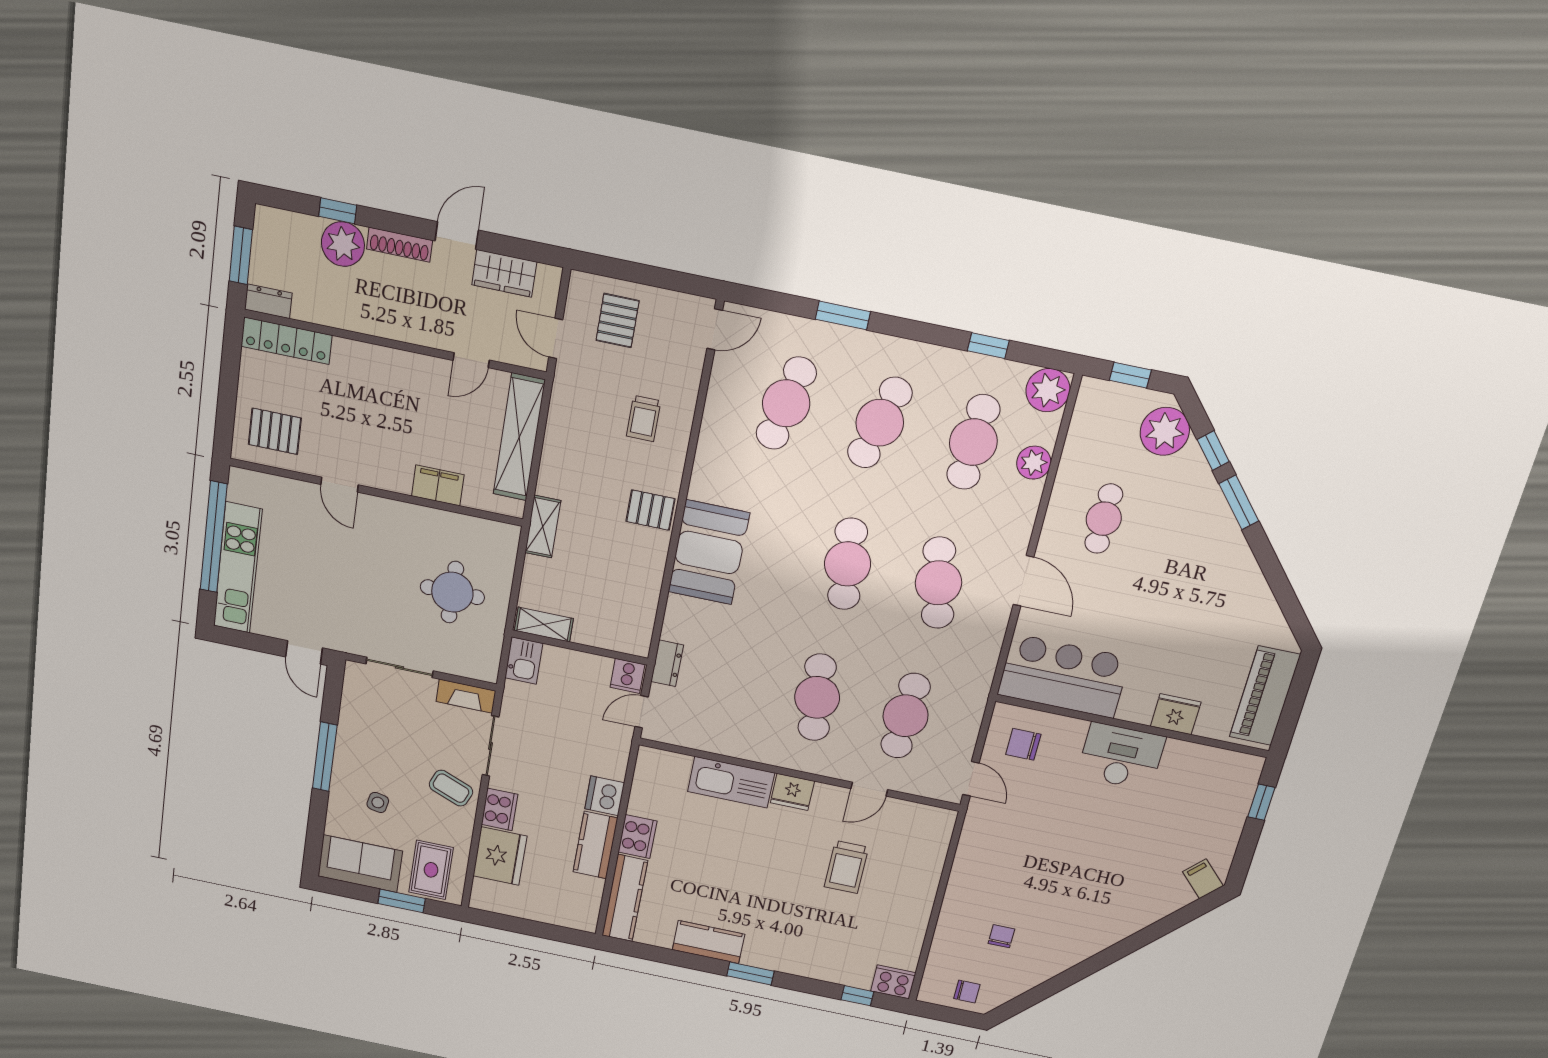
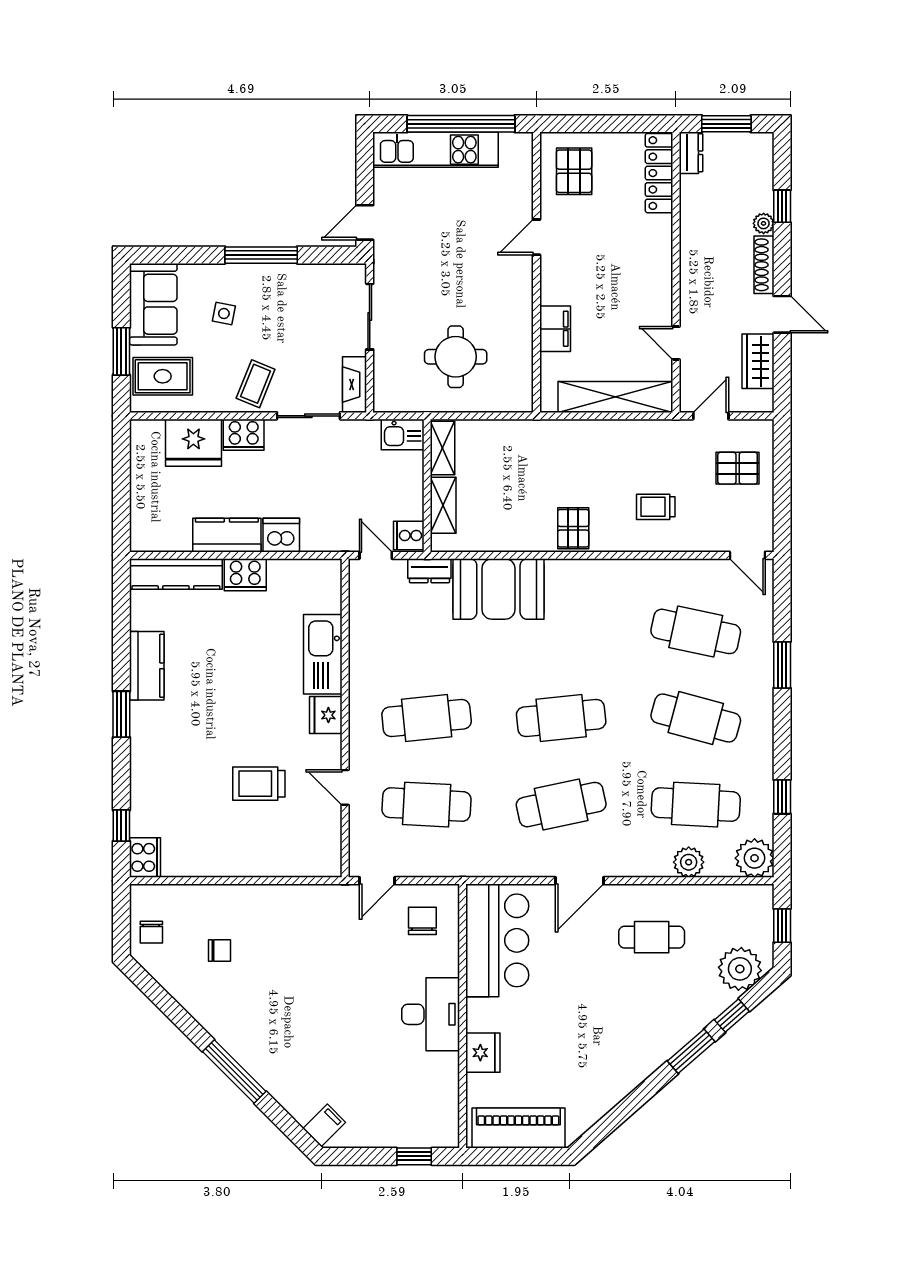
plant: (343, 244) -> (764, 223), width x0.53, depth x0.53
shelving: (543, 527) -> (443, 505), moved, turned 90
booth: (709, 552) -> (498, 589), moved
window: (1124, 948) -> (234, 1072), added

